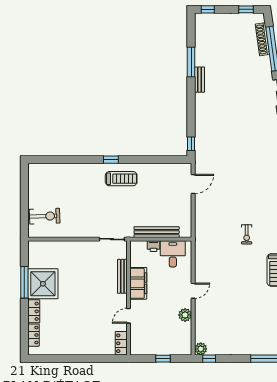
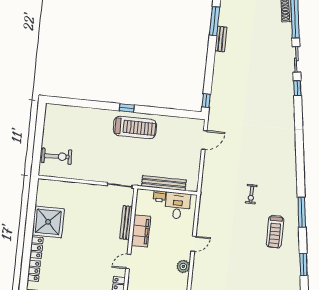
treadmill: (121, 179) -> (135, 127), width x1.37, depth x1.38
window: (24, 282) -> (30, 219), removed

